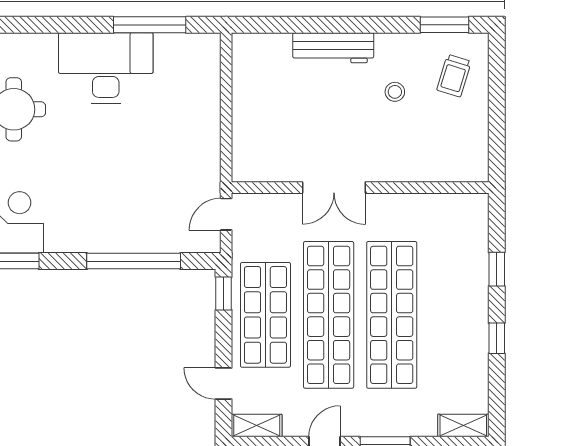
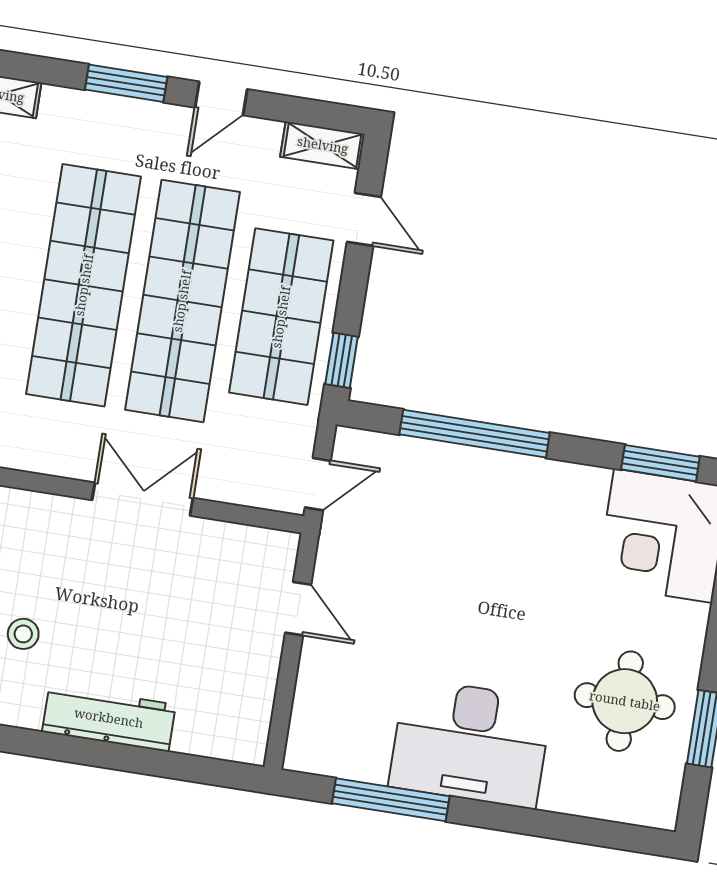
door: (226, 135) -> (298, 609), added

